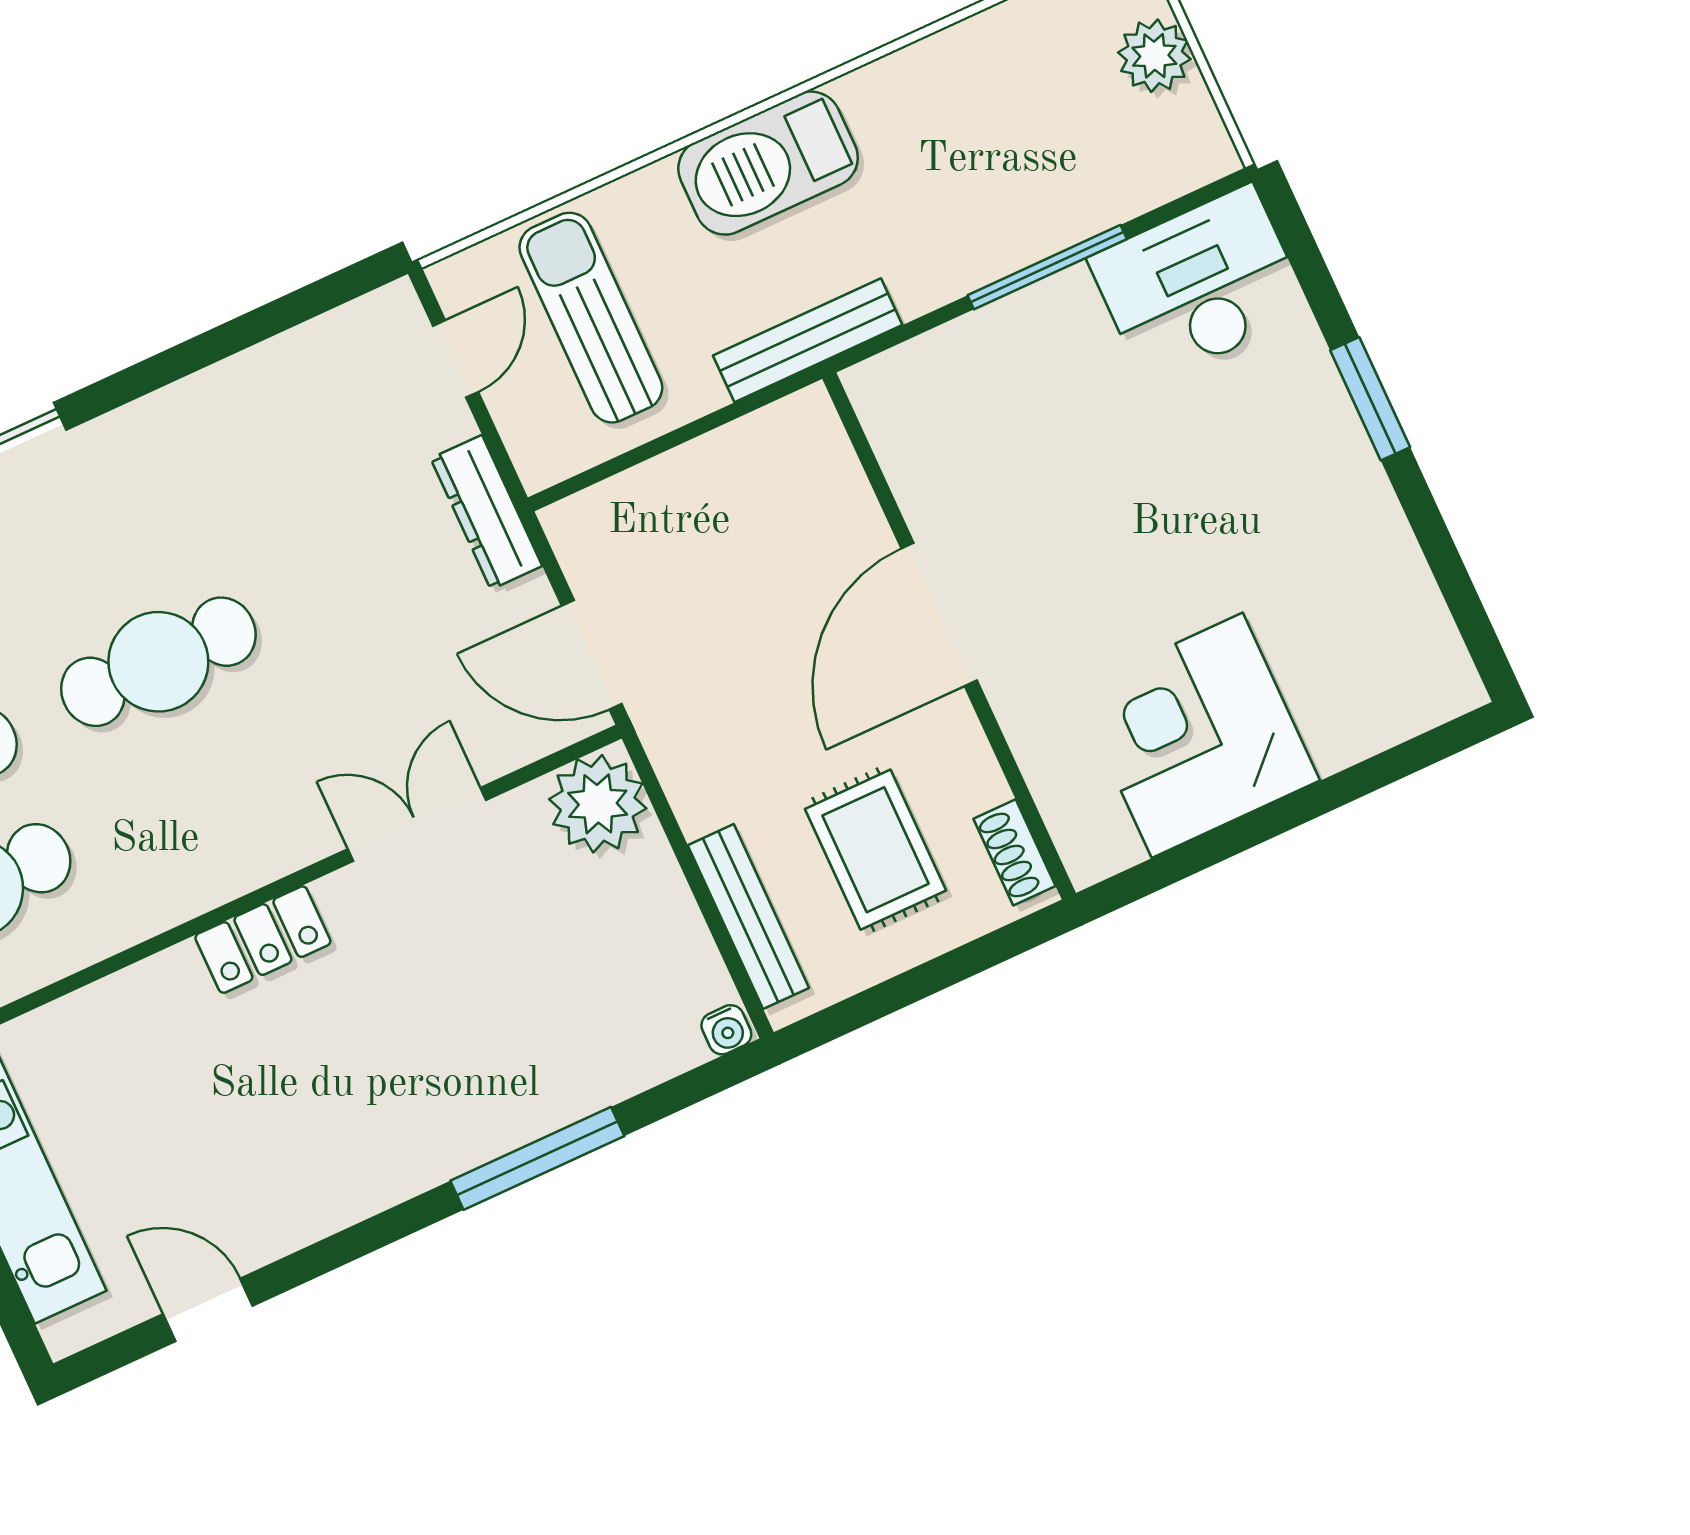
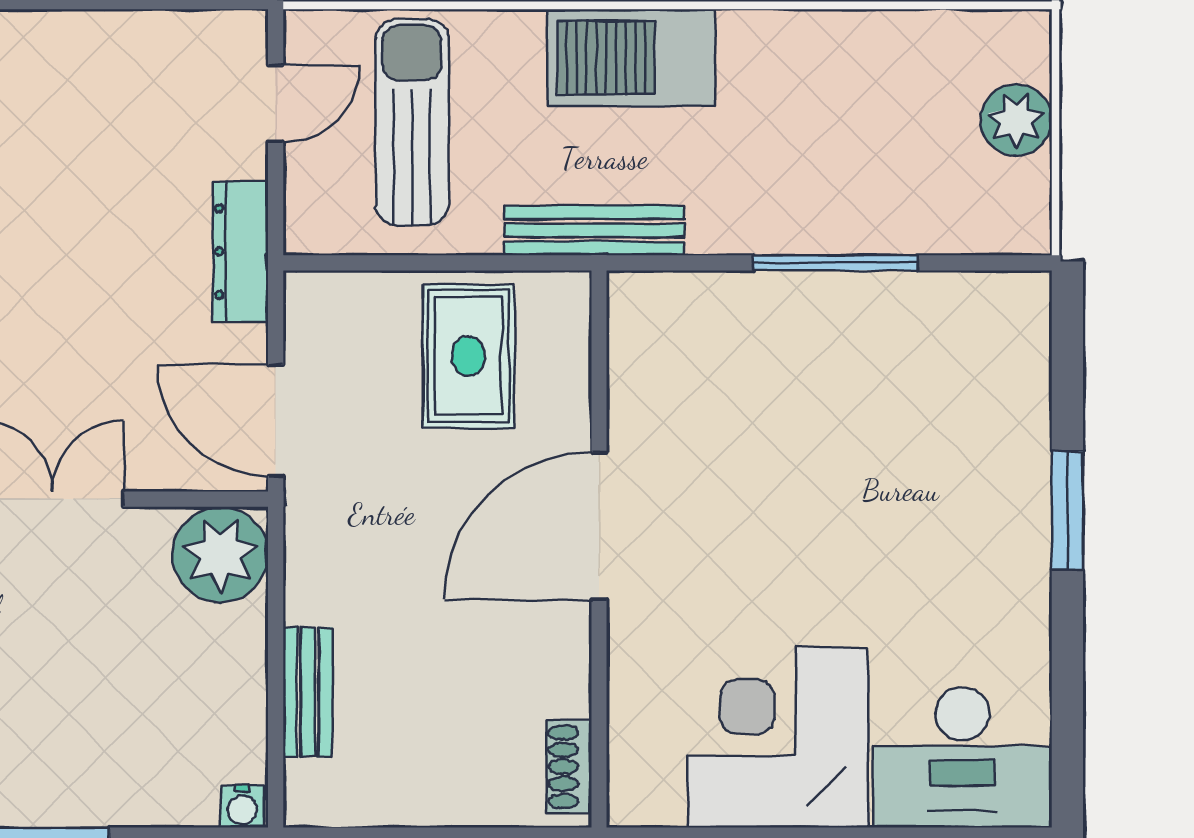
desk: (1199, 285) -> (962, 757), moved, turned 180
rug: (876, 850) -> (468, 356), moved
bench: (748, 917) -> (308, 692), width x0.73

